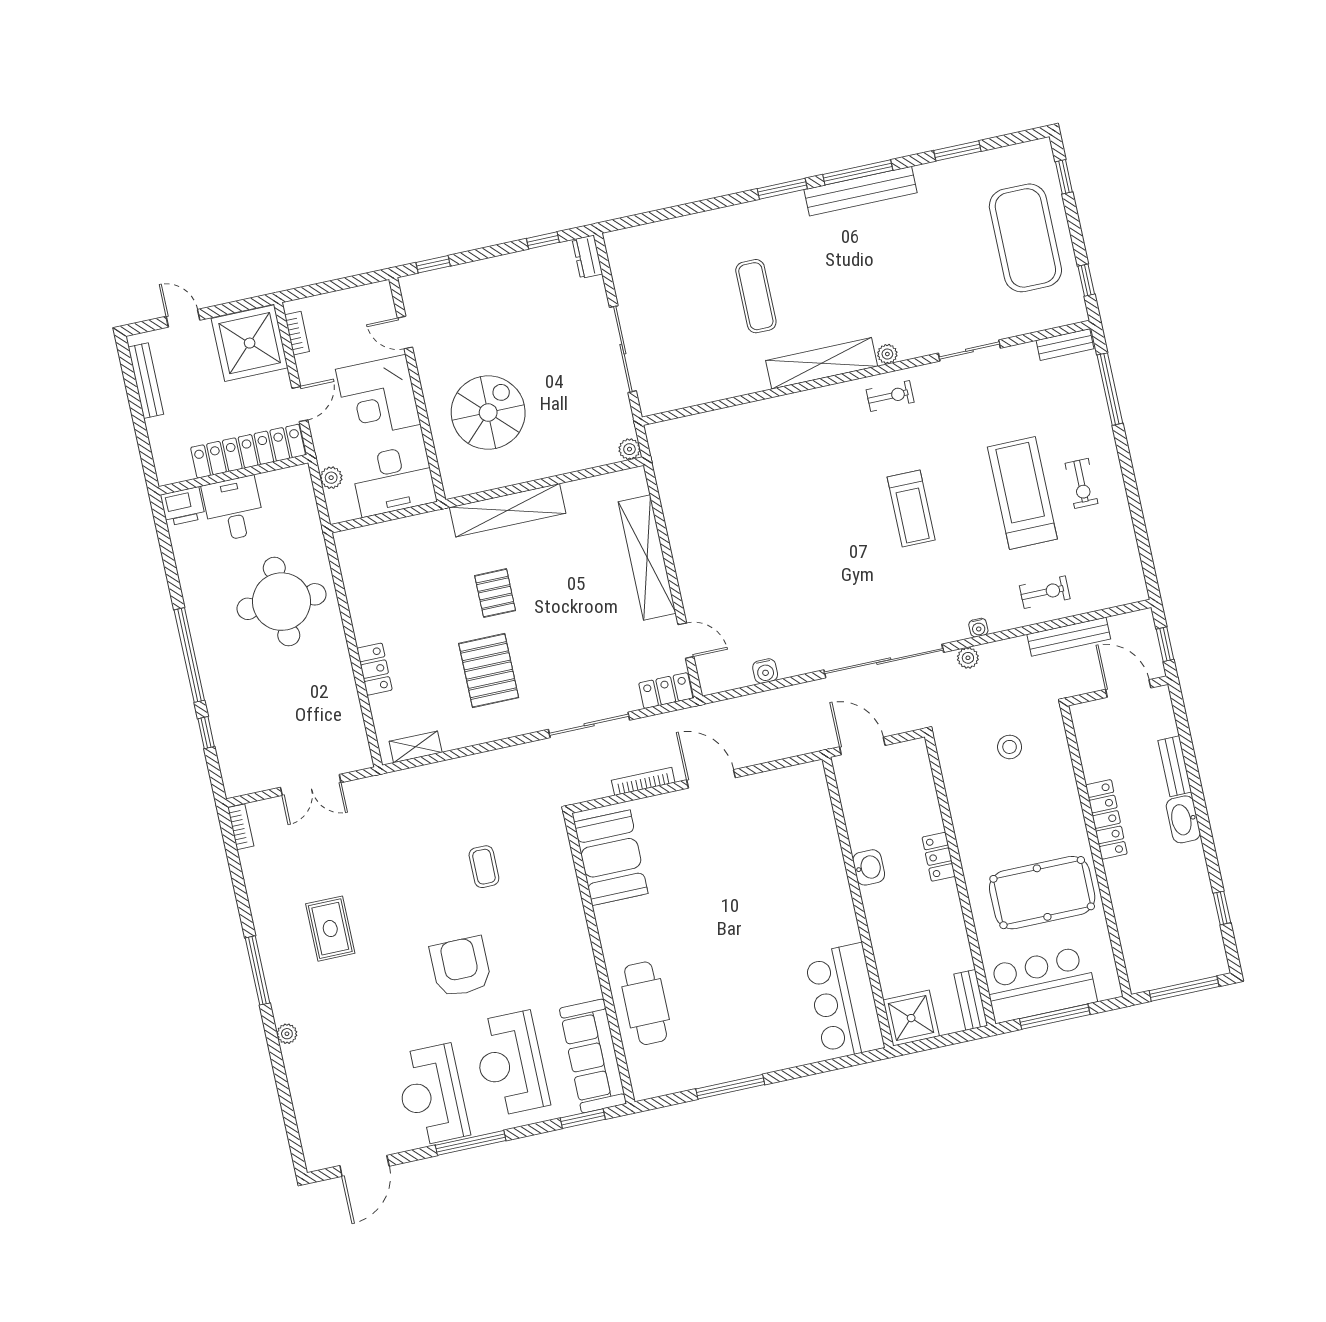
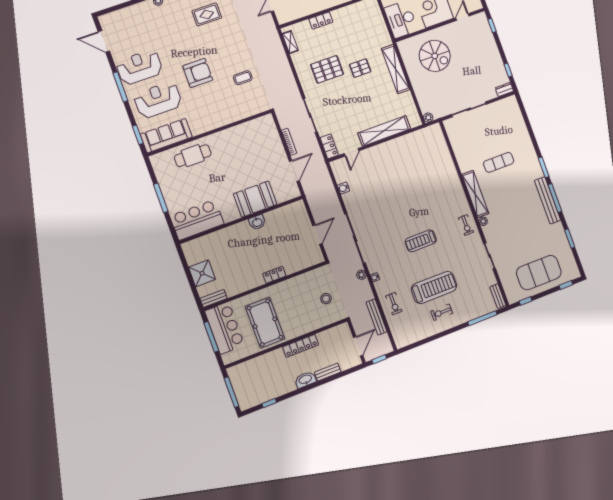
booth: (611, 858) -> (255, 199), moved
washbasin: (869, 867) -> (257, 222), moved
wall: (858, 902) -> (241, 220), moved
bar counter: (844, 1001) -> (197, 220), moved

